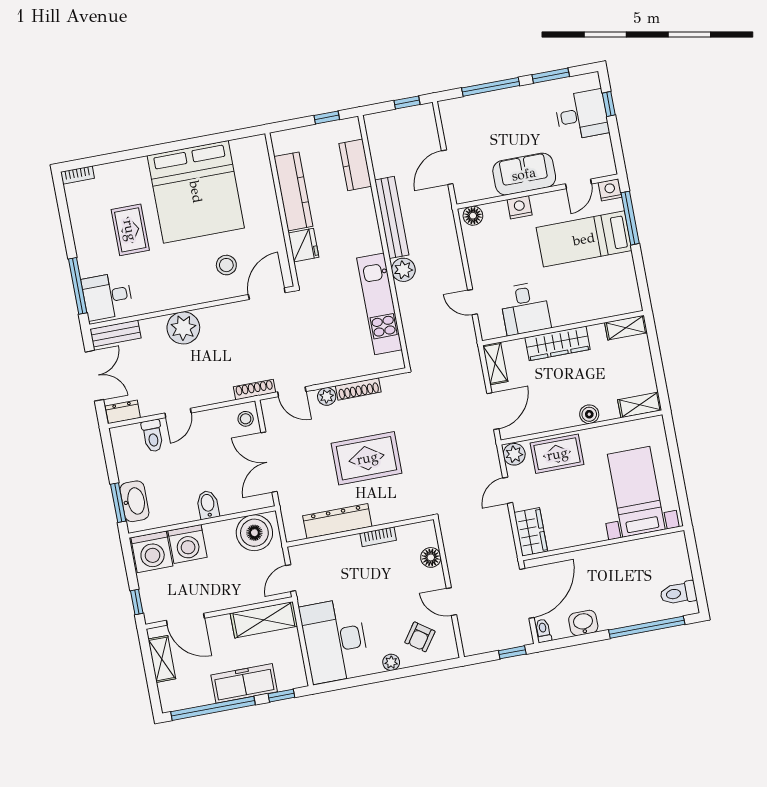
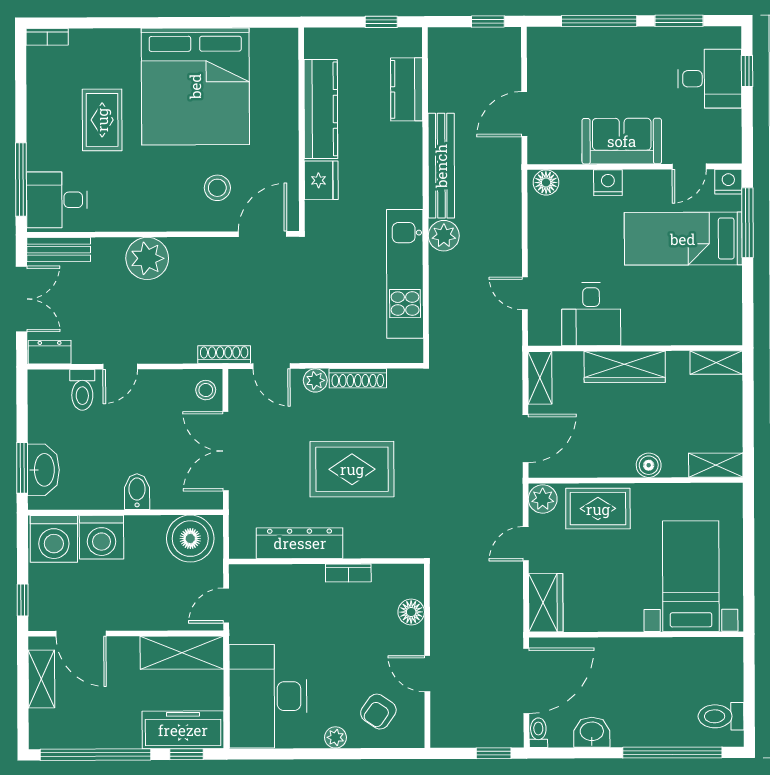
freezer: (244, 683) -> (183, 730), moved

